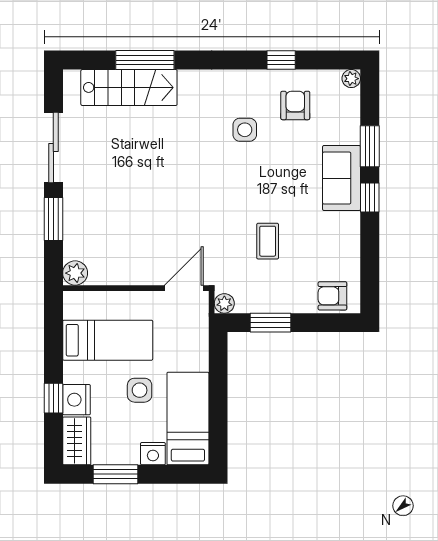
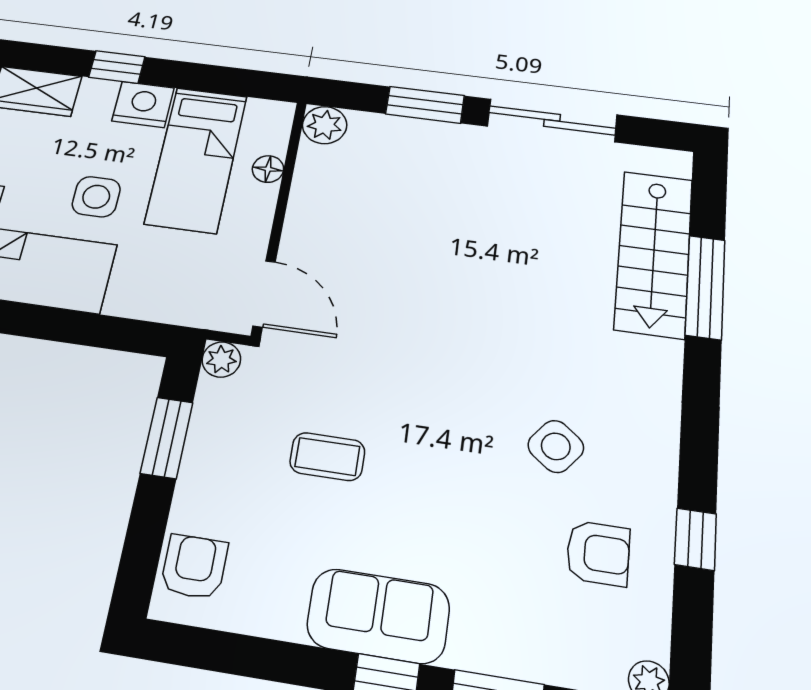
side table: (245, 130) -> (556, 446), turned 38
sofa: (342, 178) -> (378, 616), moved
floor lamp: (108, 300) -> (268, 169), added
nightstand: (77, 400) -> (143, 104), moved

